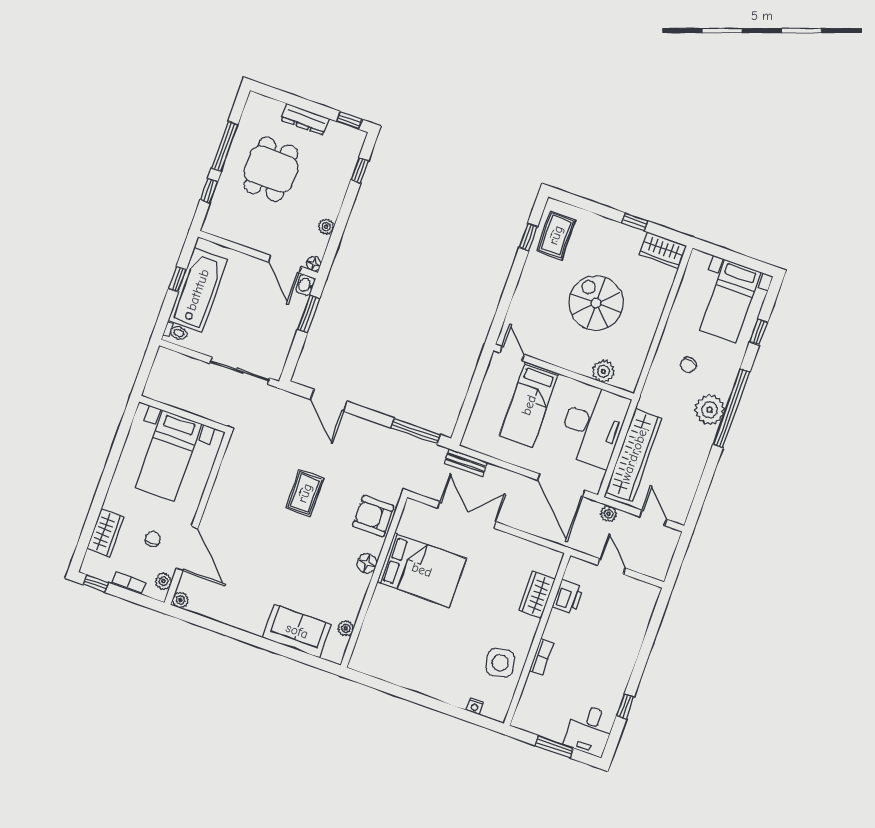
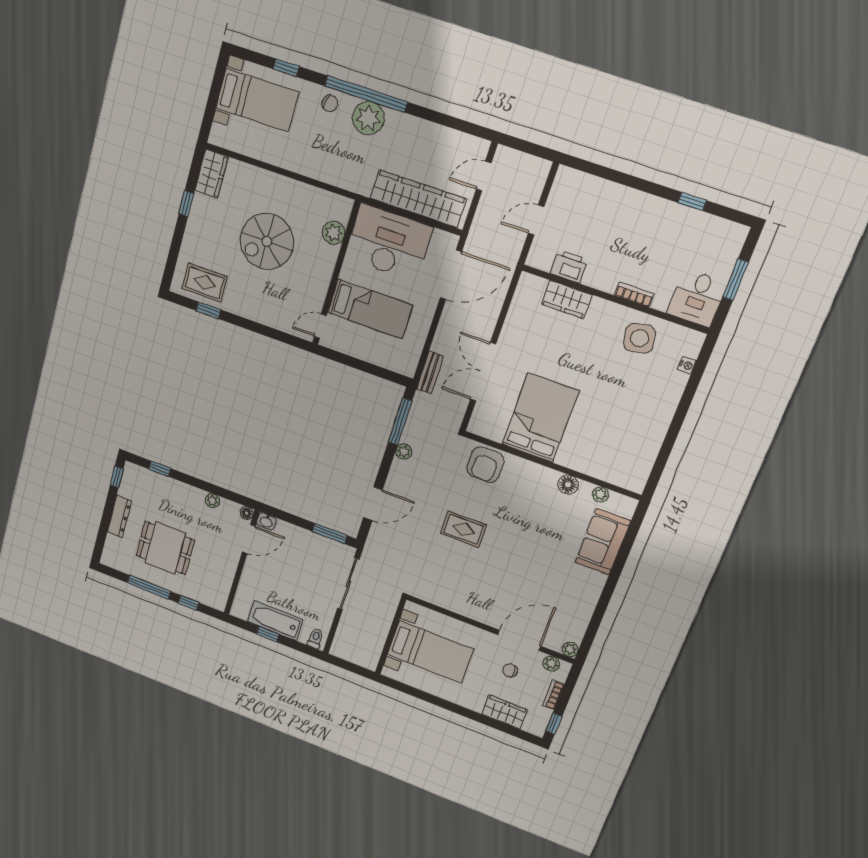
bathtub: (198, 290) -> (275, 621), width x0.73, depth x0.73
window: (309, 314) -> (330, 533), moved
chair: (688, 365) -> (330, 103), moved
plant: (609, 514) -> (404, 451), moved
floor lamp: (367, 563) -> (568, 485), moved
desk: (589, 730) -> (697, 298), moved, turned 90

